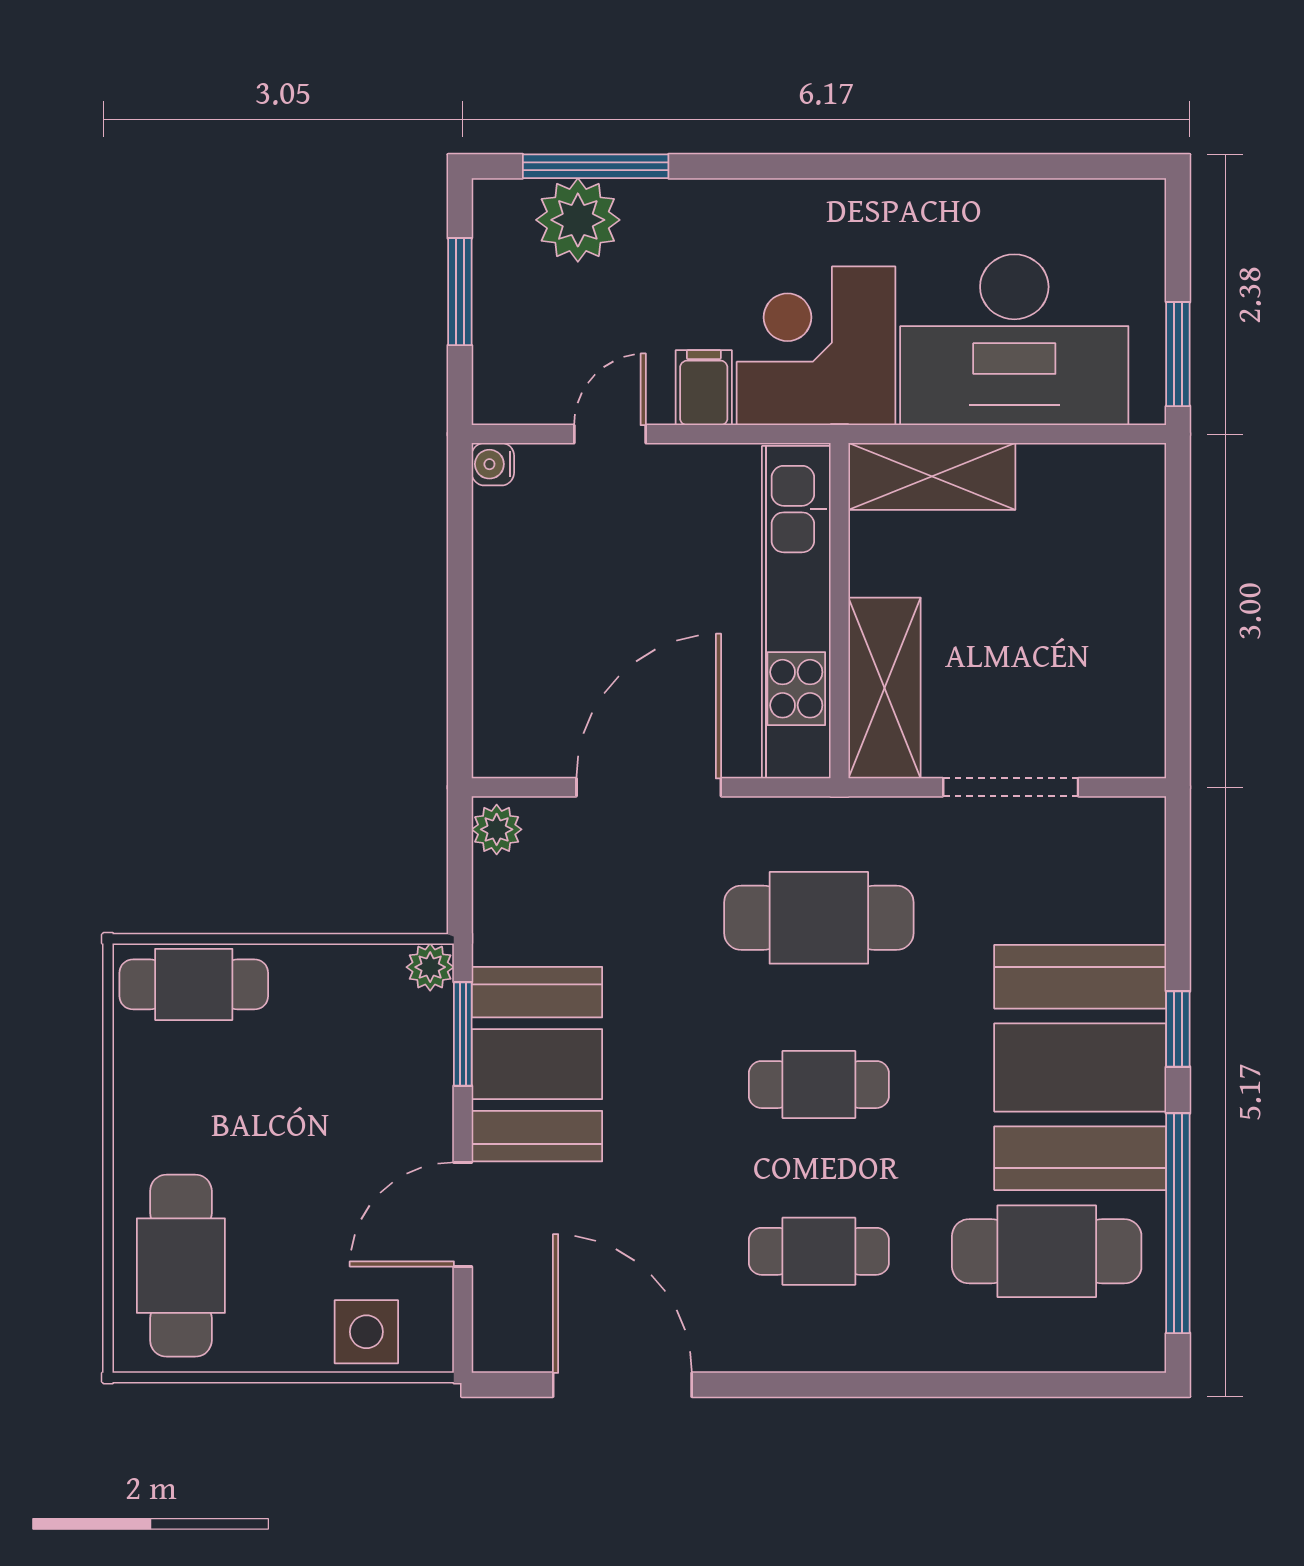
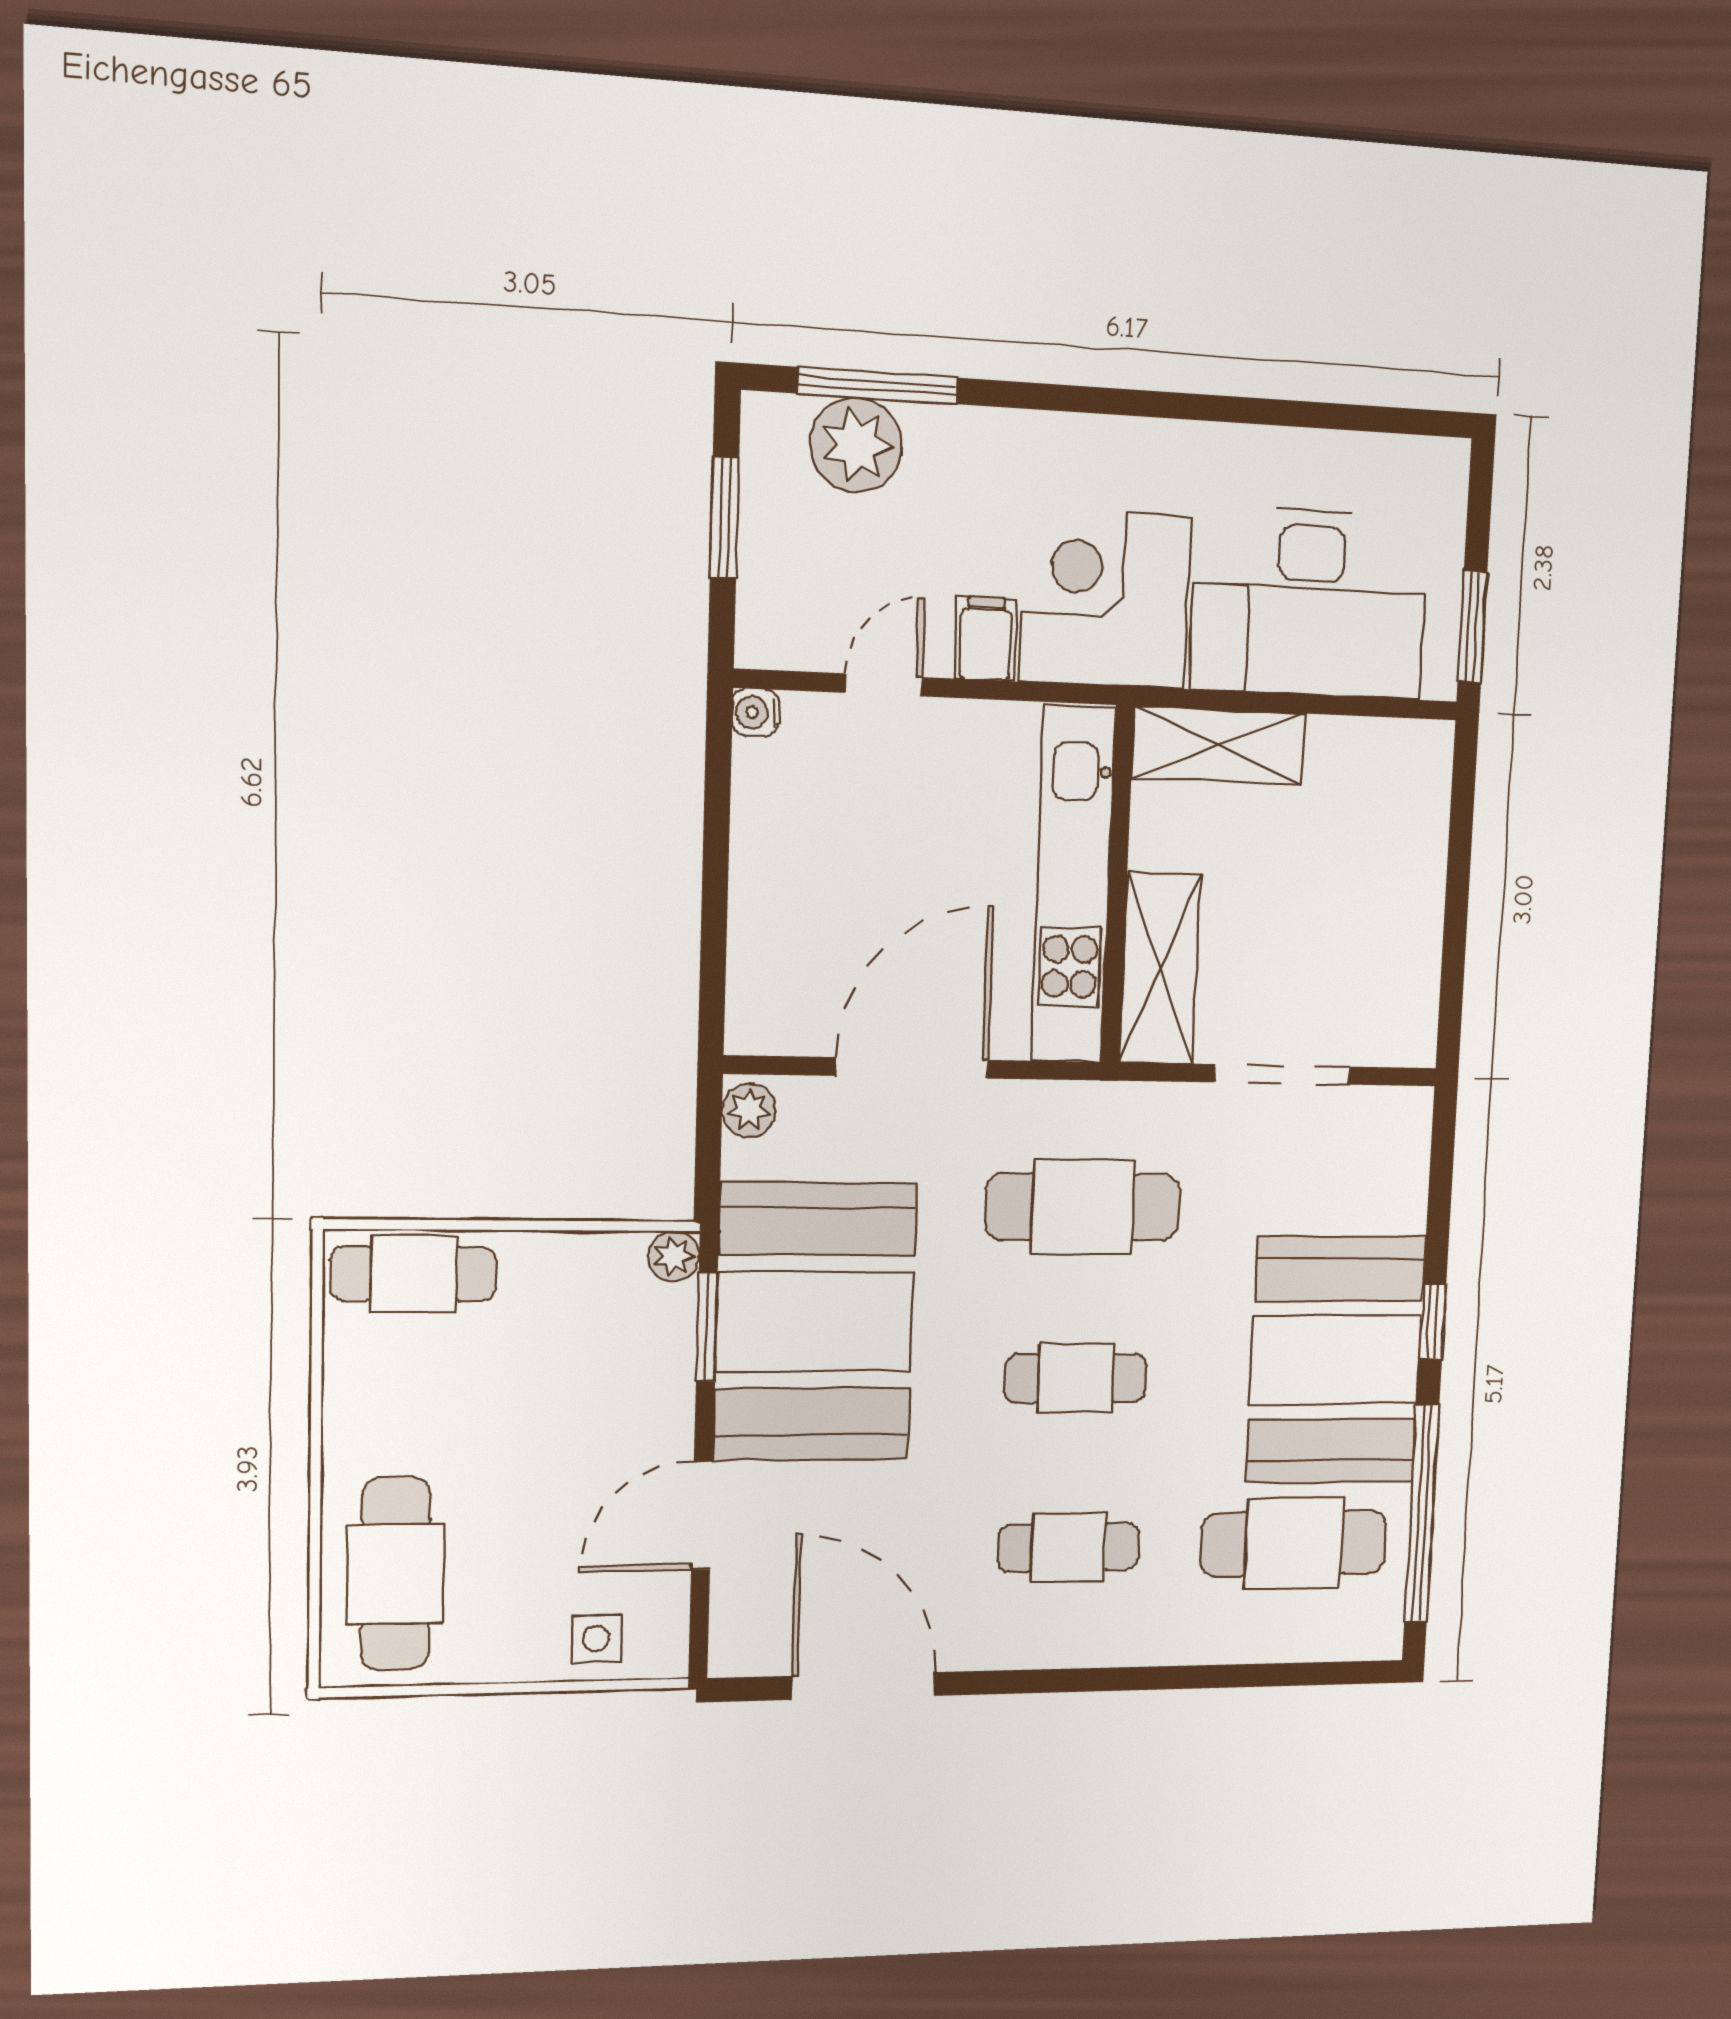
booth: (537, 1064) -> (815, 1322), width x1.36, depth x1.42
side table: (366, 1332) -> (596, 1639), width x0.73, depth x0.73

